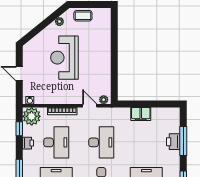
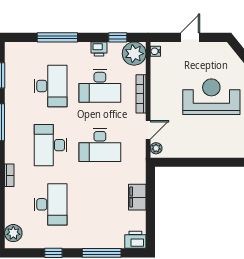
printer: (173, 142) -> (135, 240), moved

